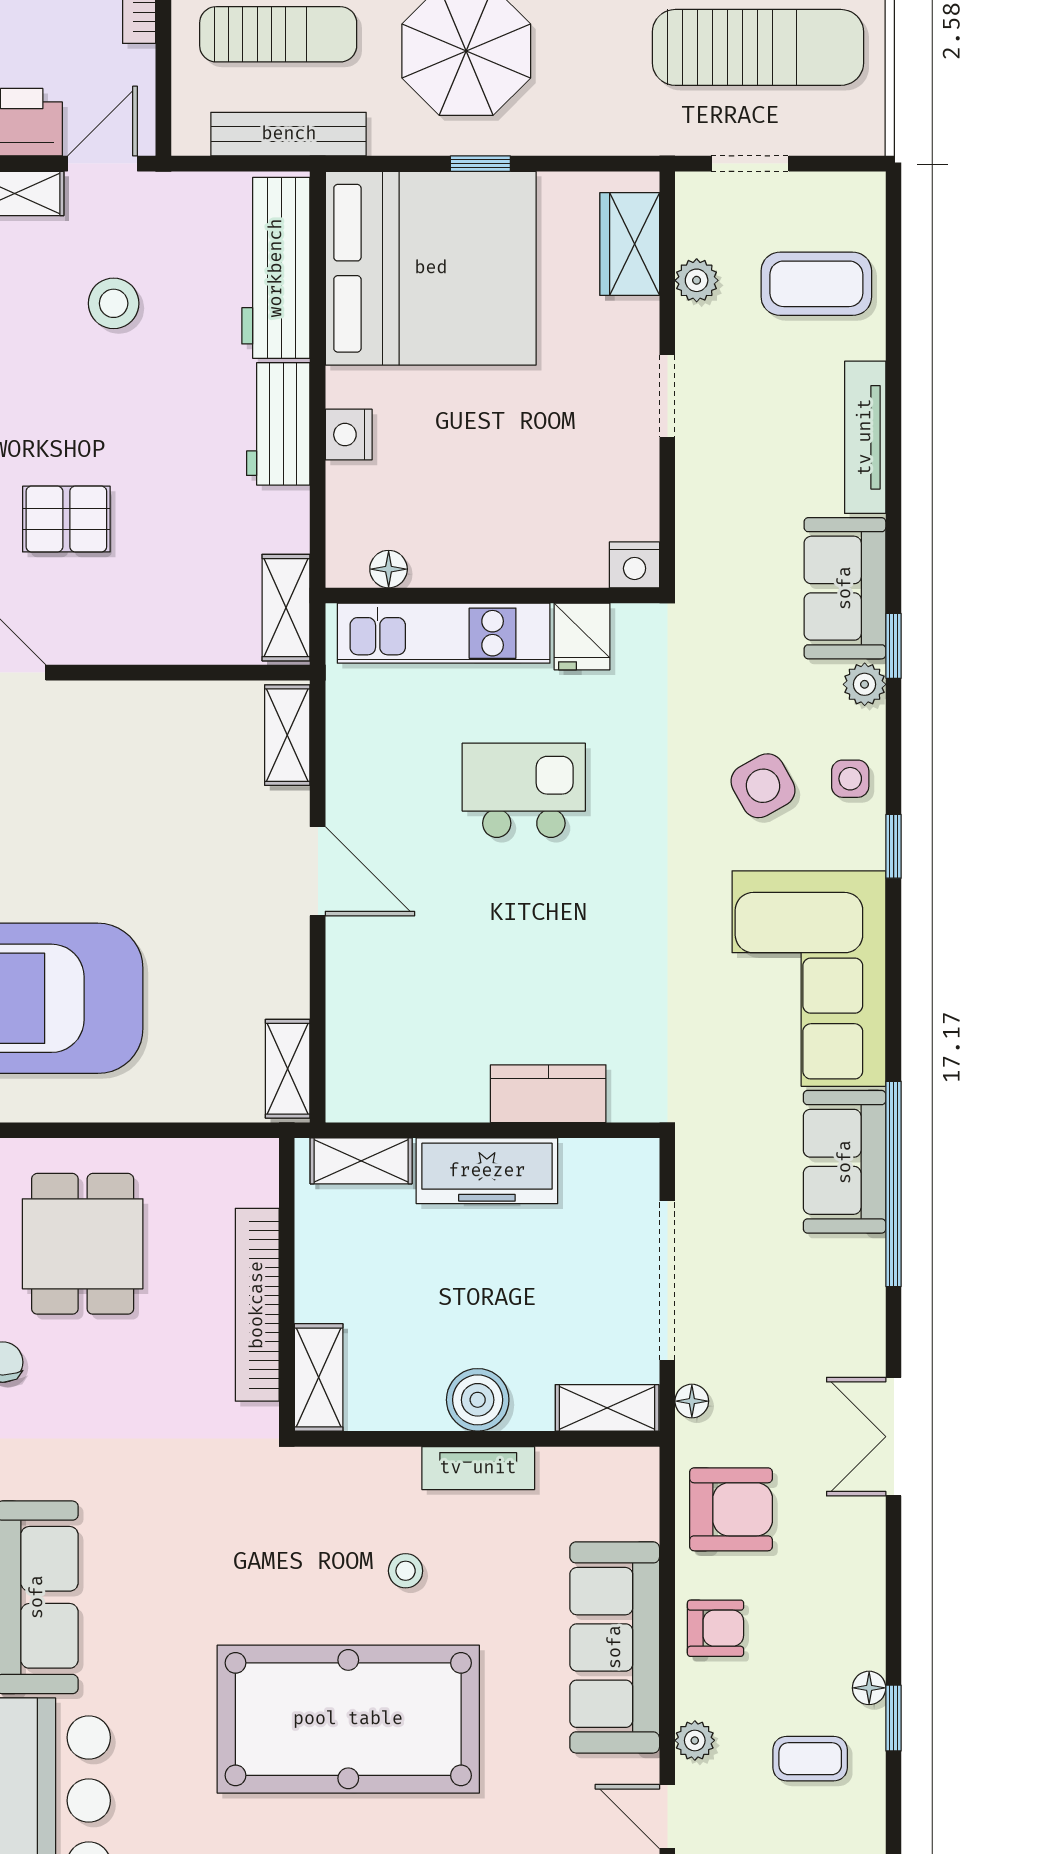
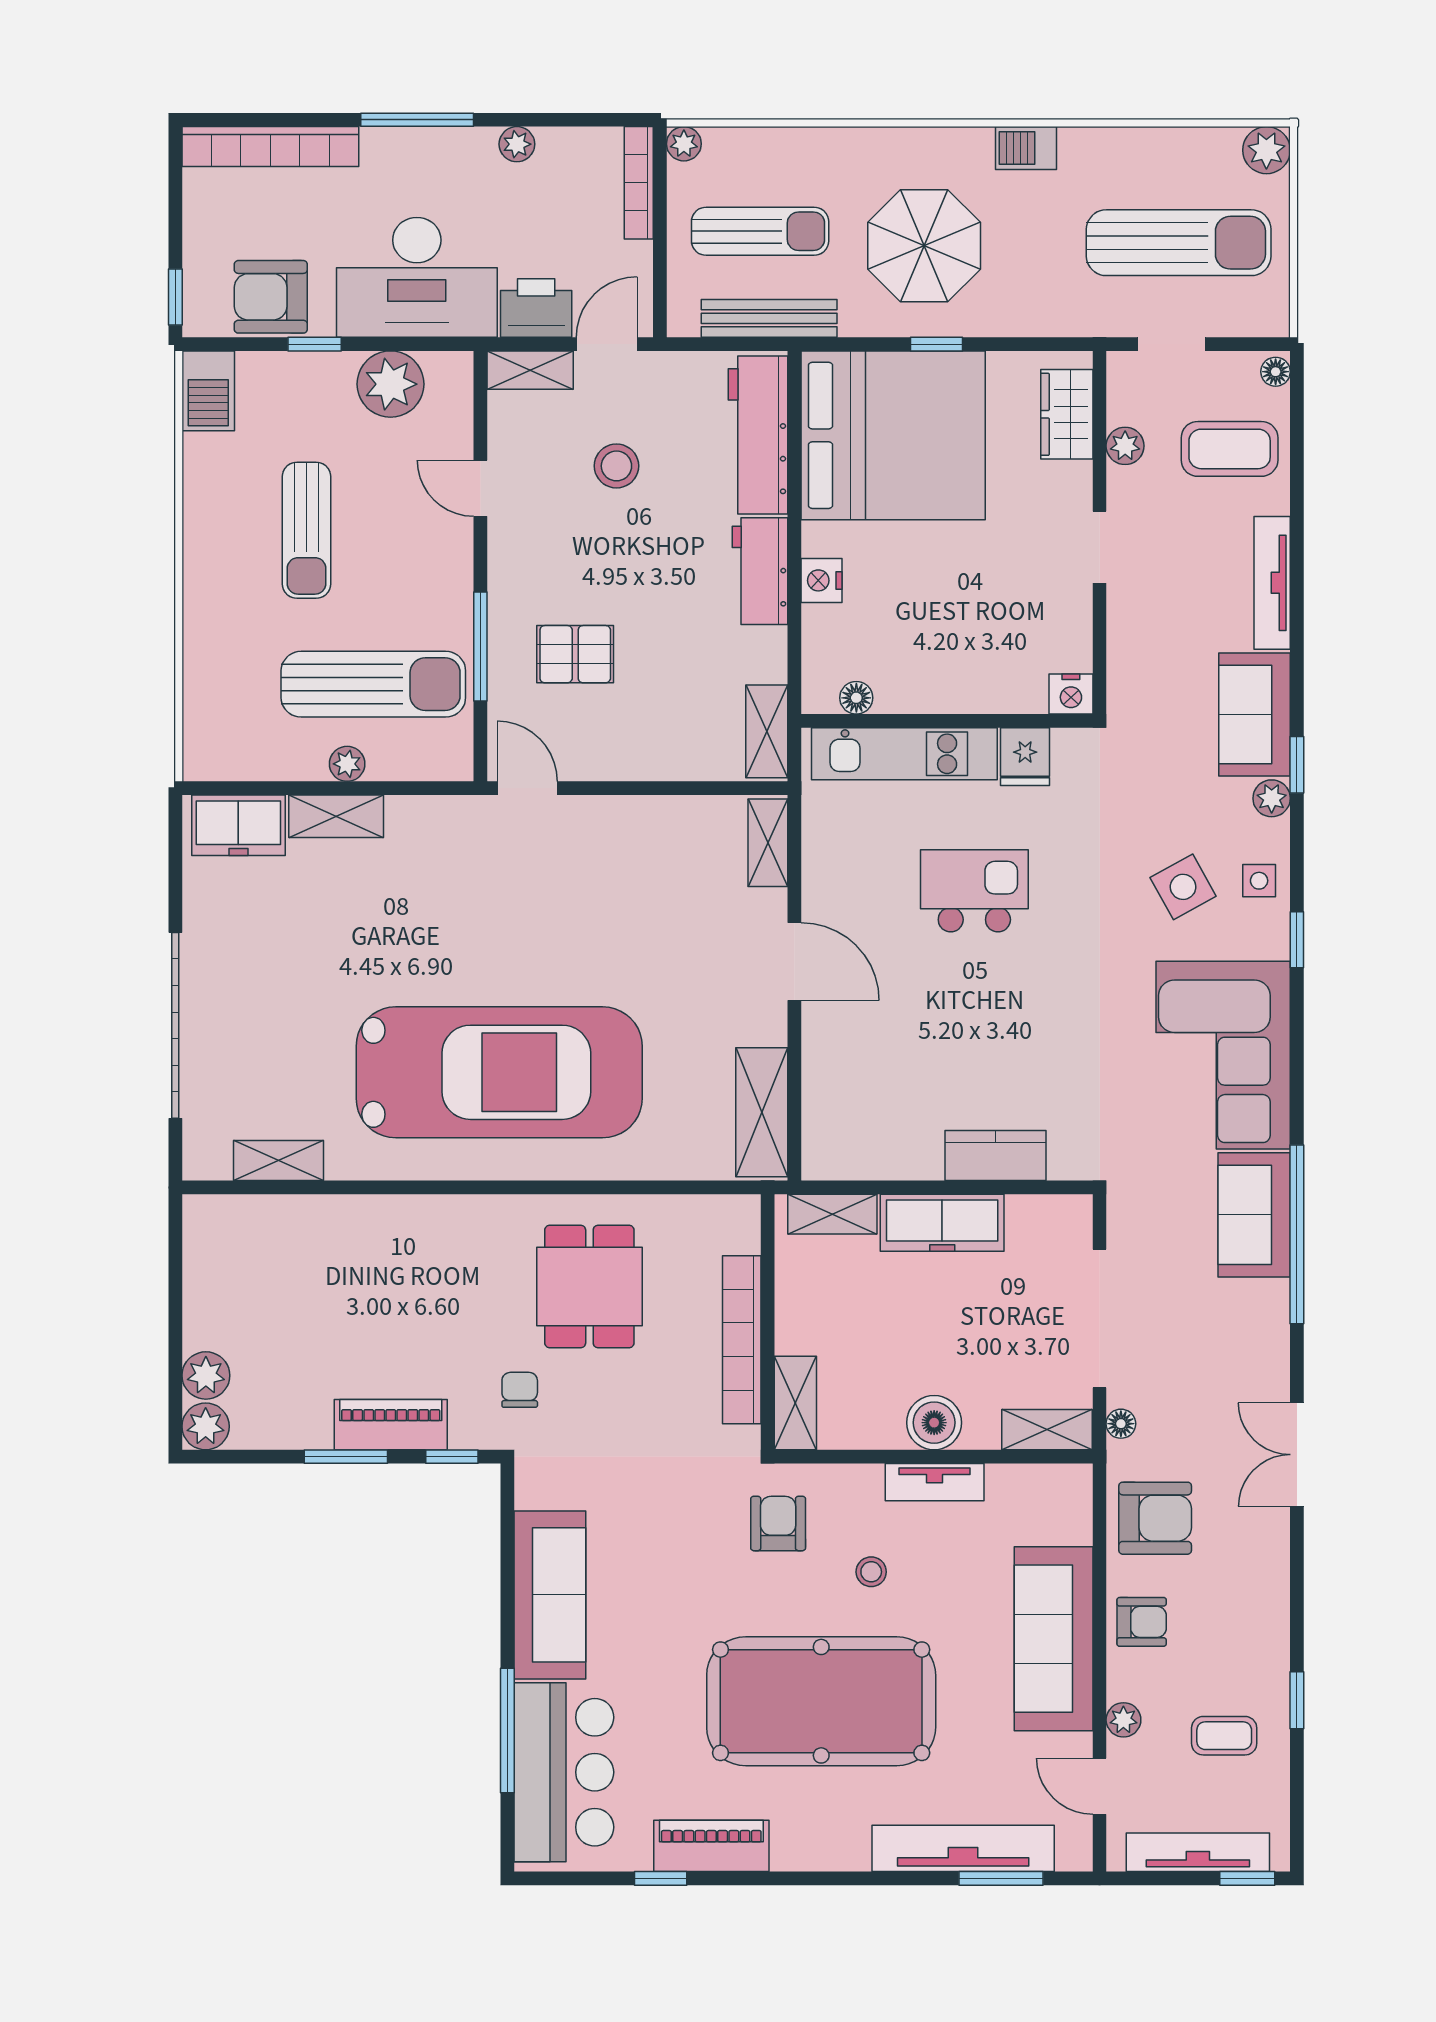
shelving: (288, 1069) -> (762, 1112), width x1.50, depth x1.33
armchair: (299, 1515) -> (778, 1523), added
floor lamp: (869, 1688) -> (1276, 372), moved

